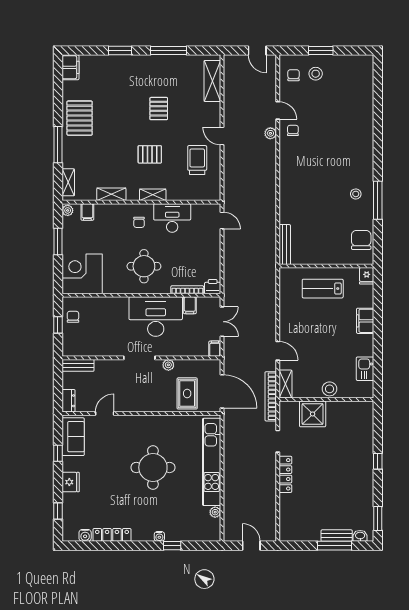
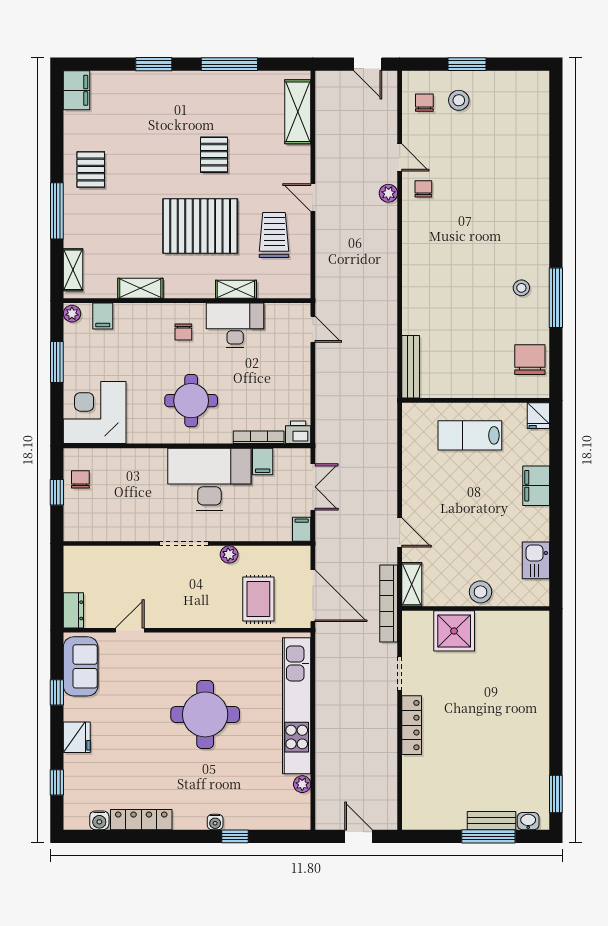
pallet: (80, 118) -> (91, 170), width x0.67, depth x0.71
pallet: (150, 154) -> (200, 226), width x2.05, depth x2.00
shelving: (153, 195) -> (236, 289), moved
bench: (78, 365) -> (88, 555), removed
window: (378, 461) -> (556, 705), removed

